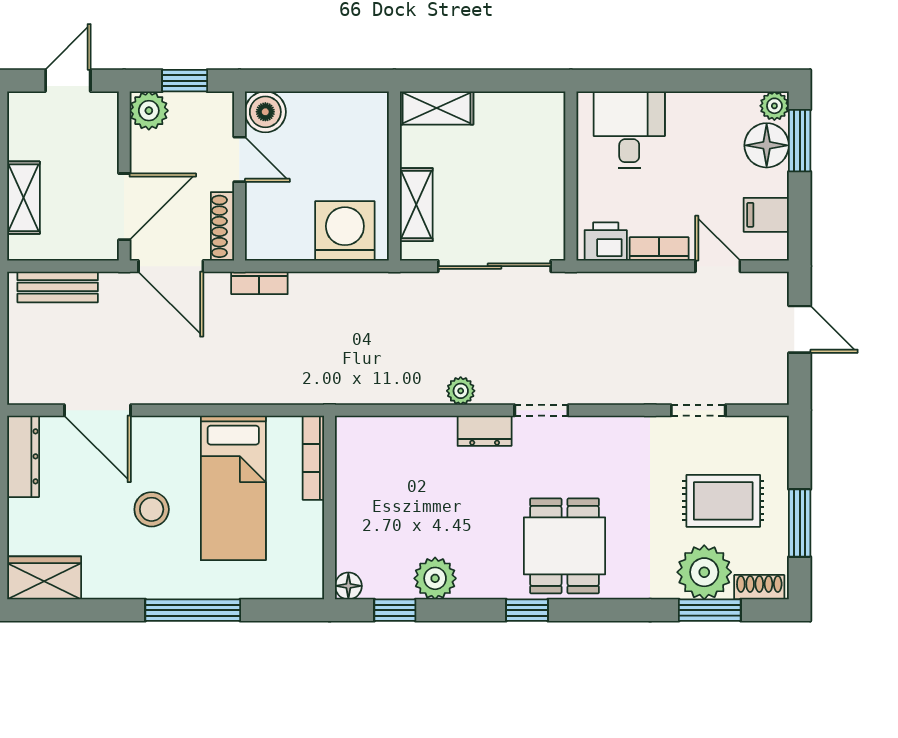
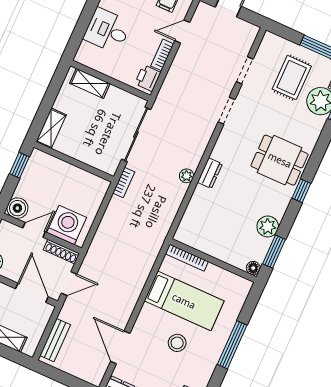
window: (344, 81) -> (19, 165), added
desk: (629, 130) -> (107, 30), moved
shelving: (416, 205) -> (90, 83), moved
washing machine: (345, 231) -> (67, 225), moved, turned 90
door: (171, 266) -> (69, 284), width x0.73
bookcase: (259, 283) -> (124, 182), moved
door: (97, 410) -> (120, 347), swing flipped
doorway: (541, 410) -> (226, 111), moved
window: (395, 610) -> (274, 252), width x1.50

